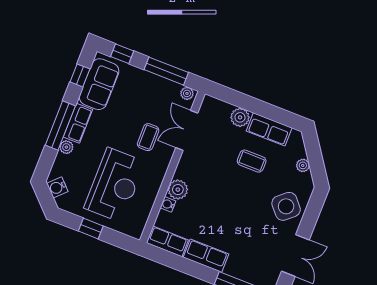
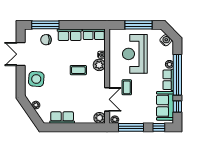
plant: (240, 117) -> (100, 118), moved
window: (60, 126) -> (177, 75), width x1.46
coffee table: (252, 161) -> (78, 70), moved
side table: (286, 206) -> (36, 79), turned 45
window: (91, 229) -> (139, 25), width x2.17
chair: (246, 262) -> (46, 40), added

